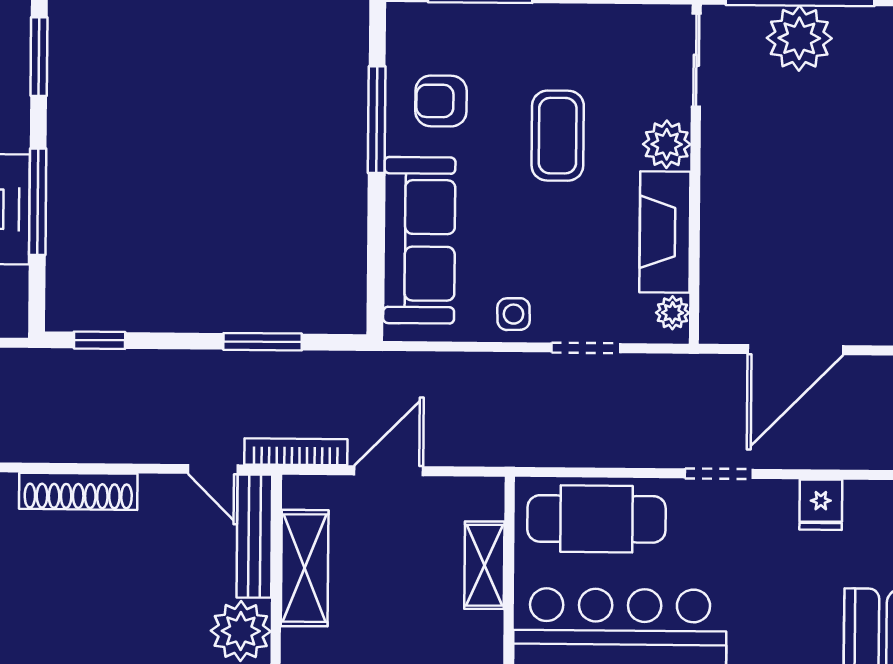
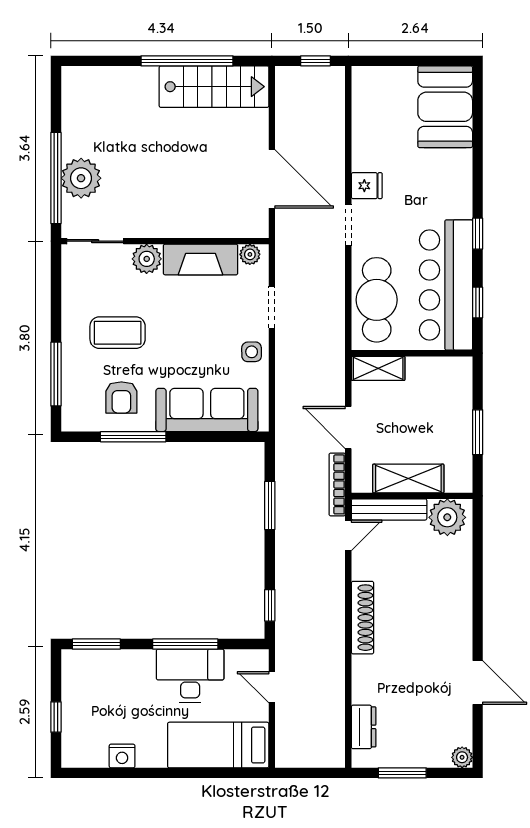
coffee table: (558, 136) -> (118, 333), moved
fridge: (821, 505) -> (367, 186), moved
shelving: (484, 565) -> (378, 368), moved

